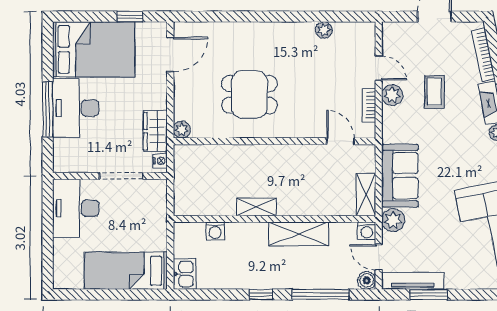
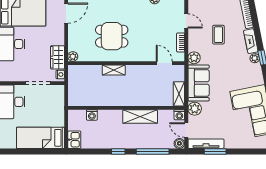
plant: (392, 95) -> (194, 58), moved
shelving: (257, 207) -> (114, 70), moved

